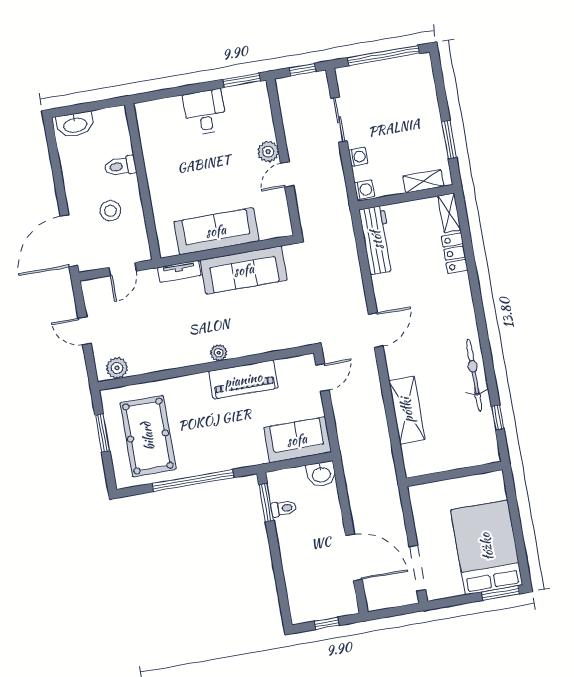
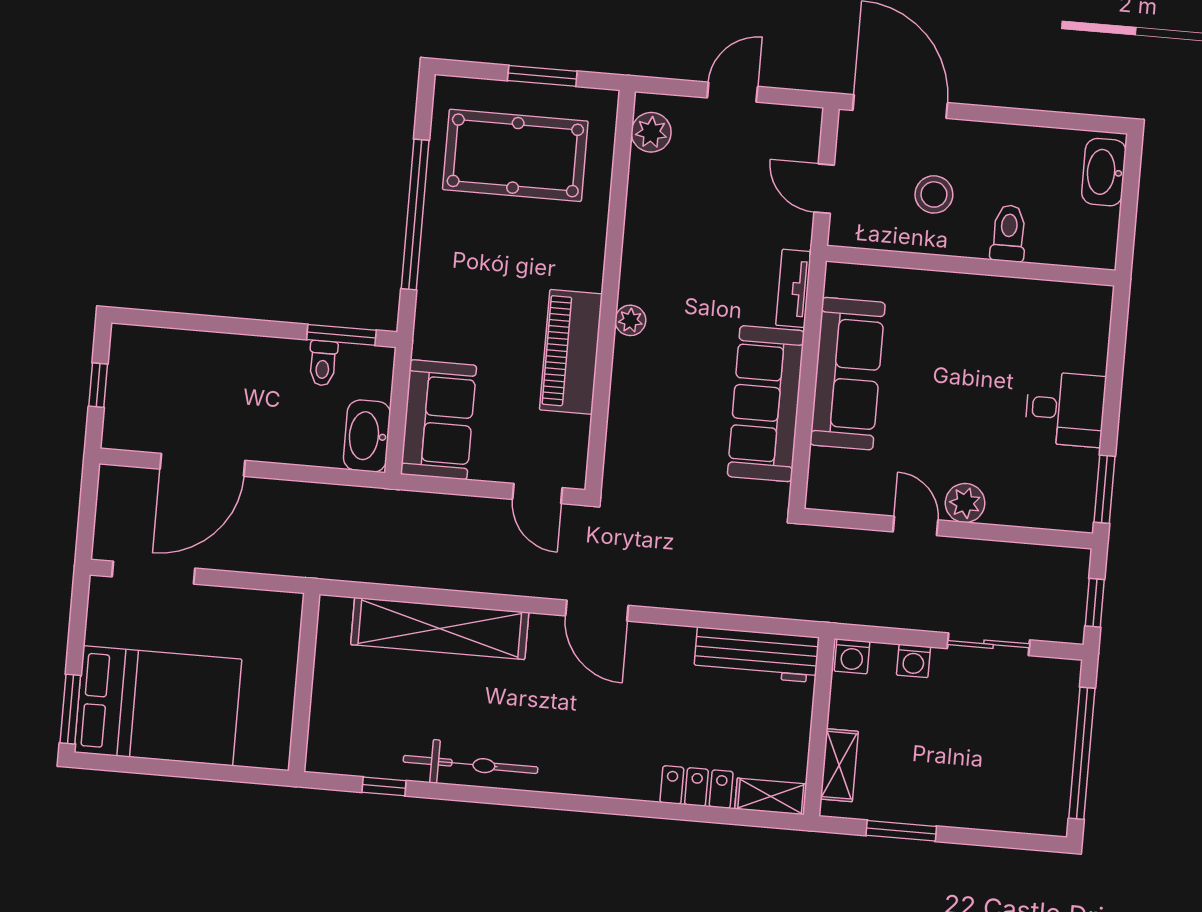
shelving: (407, 410) -> (440, 628), width x1.47
washbasin: (321, 474) -> (367, 436), width x1.38

